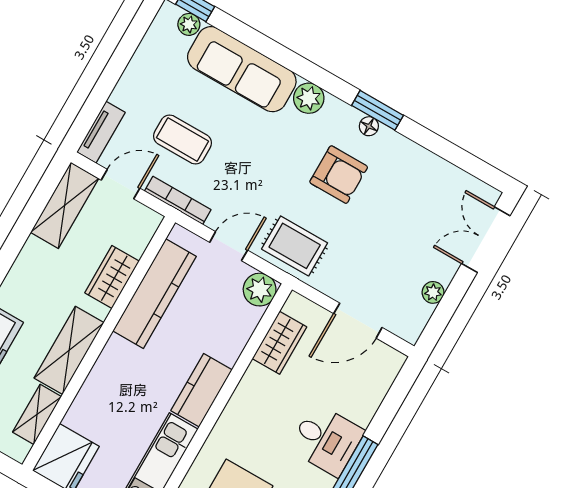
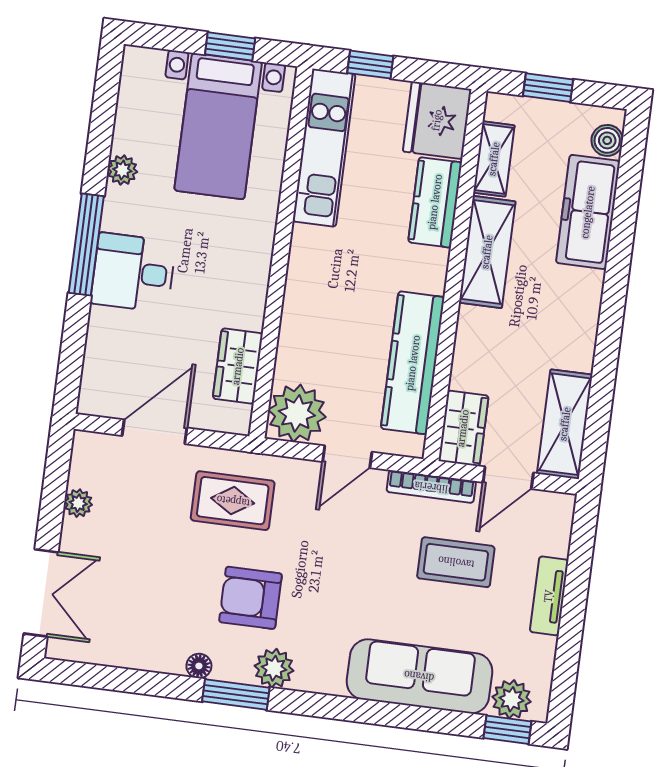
plant: (189, 24) -> (512, 699), width x1.38, depth x1.38
plant: (309, 98) -> (274, 668), moved
floor lamp: (369, 126) -> (199, 666), moved
tv unit: (101, 132) -> (549, 596), moved
rug: (295, 246) -> (233, 501), moved
wardrobe: (112, 277) -> (463, 428), moved
plant: (260, 290) -> (297, 413), width x1.36, depth x1.36
kitchen counter: (202, 390) -> (435, 202), moved, turned 180

